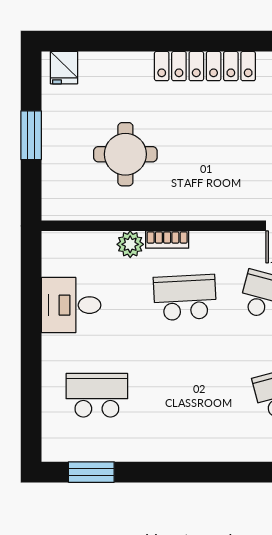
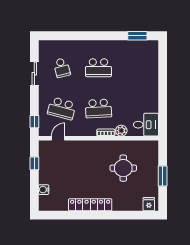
desk: (71, 305) -> (146, 125), moved
school desk: (97, 395) -> (98, 68), moved

